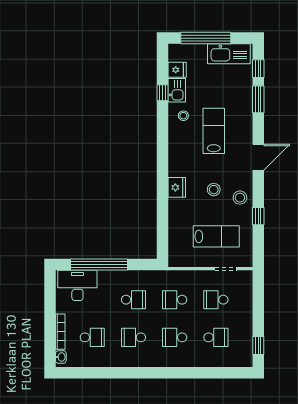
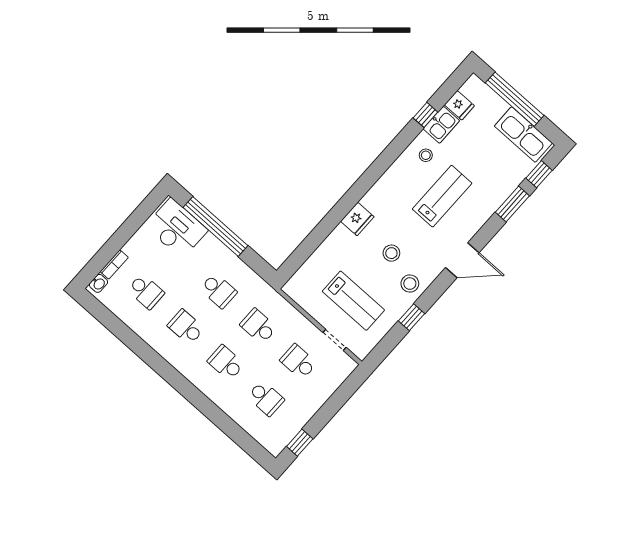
bookcase: (60, 332) -> (114, 264), width x0.64

